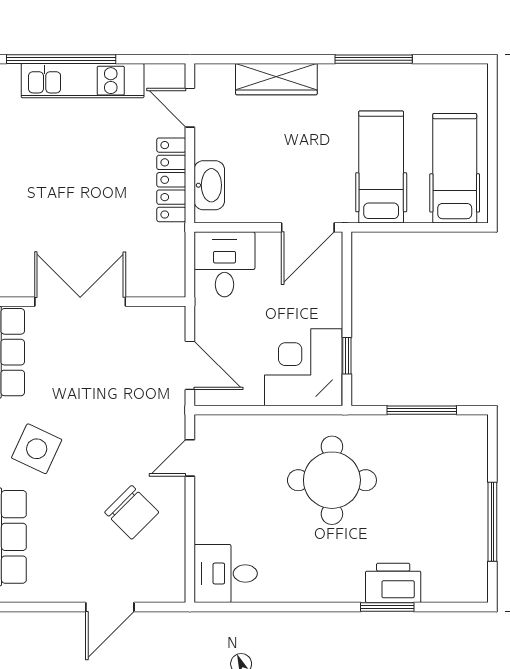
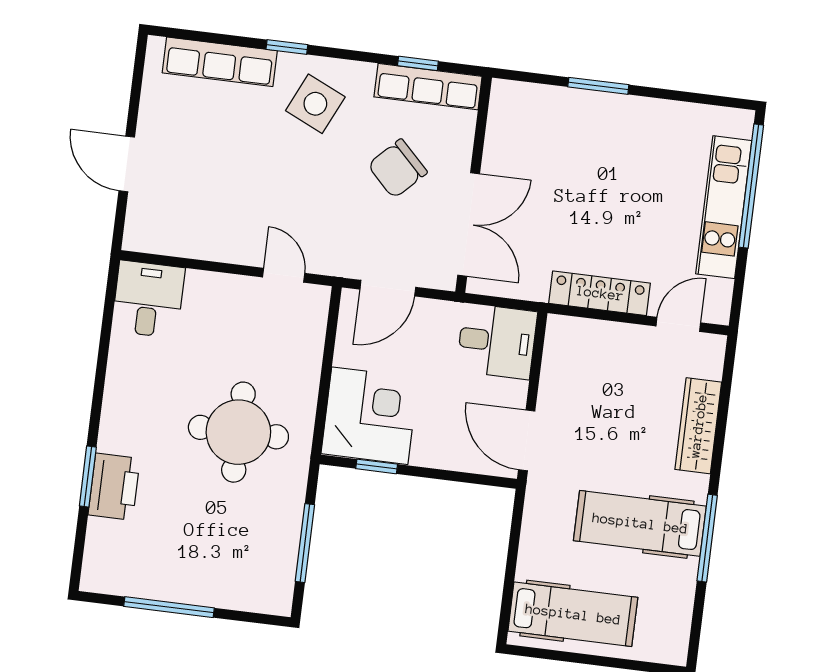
hospital bed: (381, 167) -> (640, 523), moved, turned 180
washbasin: (209, 185) -> (588, 335), removed
double door: (80, 302) -> (469, 225), moved
chair: (132, 512) -> (397, 169), moved

